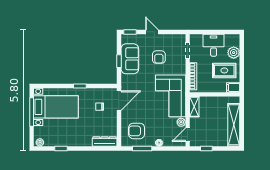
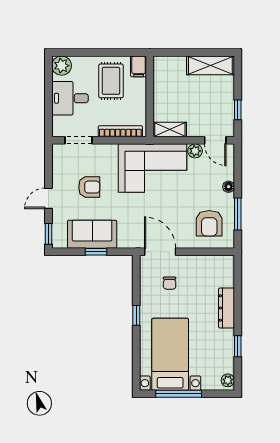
plant: (234, 53) -> (62, 66), moved
shelving: (234, 125) -> (210, 65), width x0.68
dresser: (105, 142) -> (226, 308), moved

